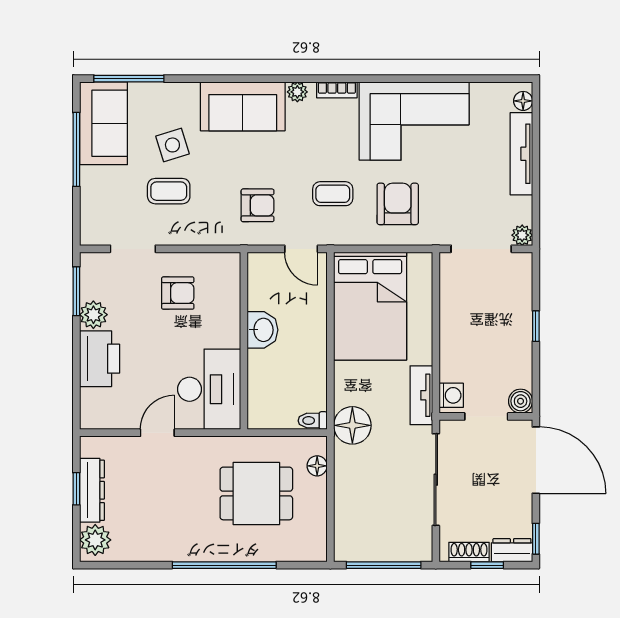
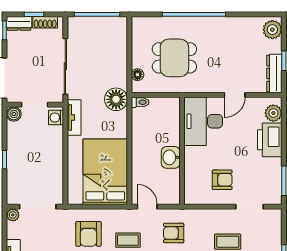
armchair: (178, 293) -> (222, 180), turned 180
plant: (93, 315) -> (273, 113), moved
dresser: (92, 490) -> (274, 74), moved

